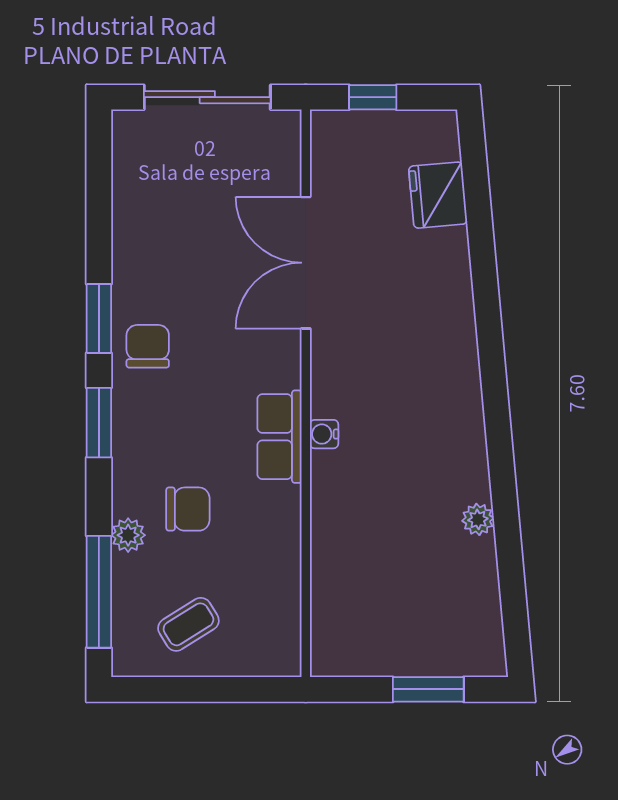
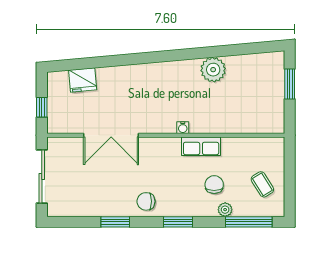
window: (99, 319) -> (115, 222), moved
row of seats: (280, 437) -> (201, 146), moved
plant: (478, 519) -> (213, 70), width x1.87, depth x1.87

